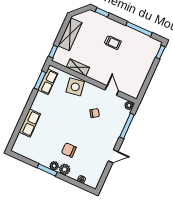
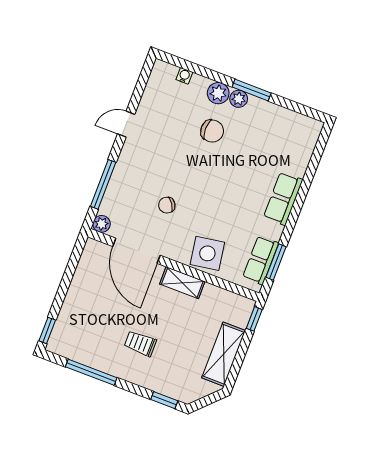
shelving: (78, 67) -> (182, 283), moved
door: (112, 90) -> (136, 251), width x1.88
row of seats: (30, 123) -> (283, 198), moved

